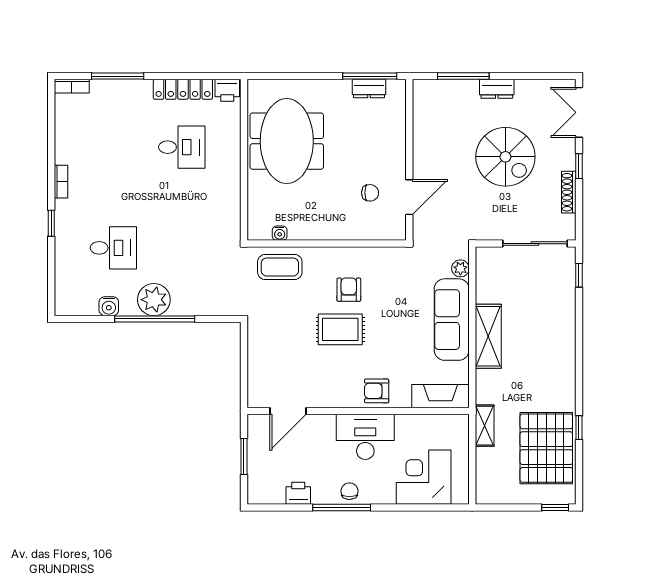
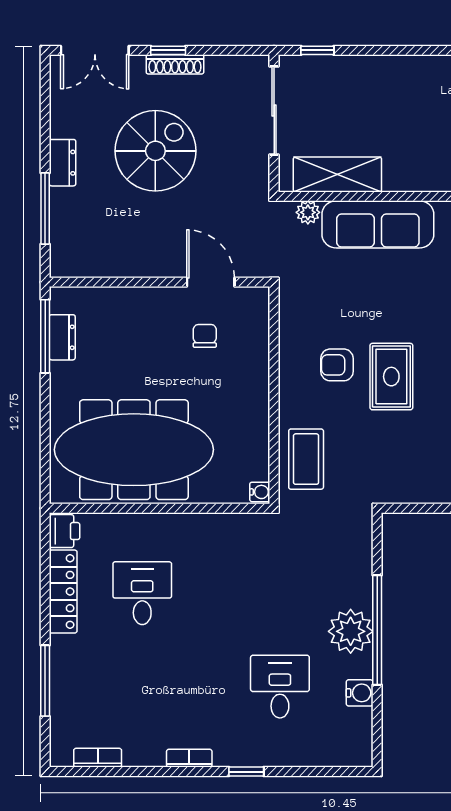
bookcase: (72, 86) -> (98, 758), moved, turned -90
meeting table: (287, 141) -> (134, 450), width x1.36
shoe rack: (569, 192) -> (175, 64), moved
water cooler: (280, 233) -> (260, 492), moved
shelving: (488, 336) -> (337, 174), moved

